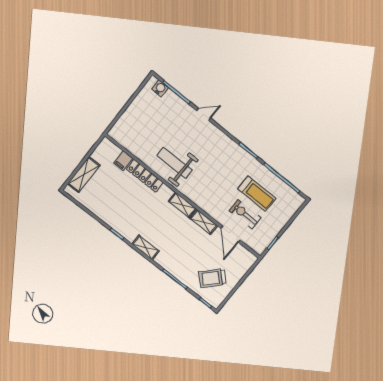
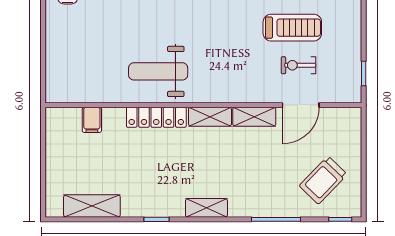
shelving: (84, 175) -> (92, 206), moved, turned 90
locker: (145, 176) -> (156, 117), moved
exercise bike: (245, 214) -> (299, 65), width x0.73, depth x0.72
door: (230, 234) -> (301, 105), hinge flipped

